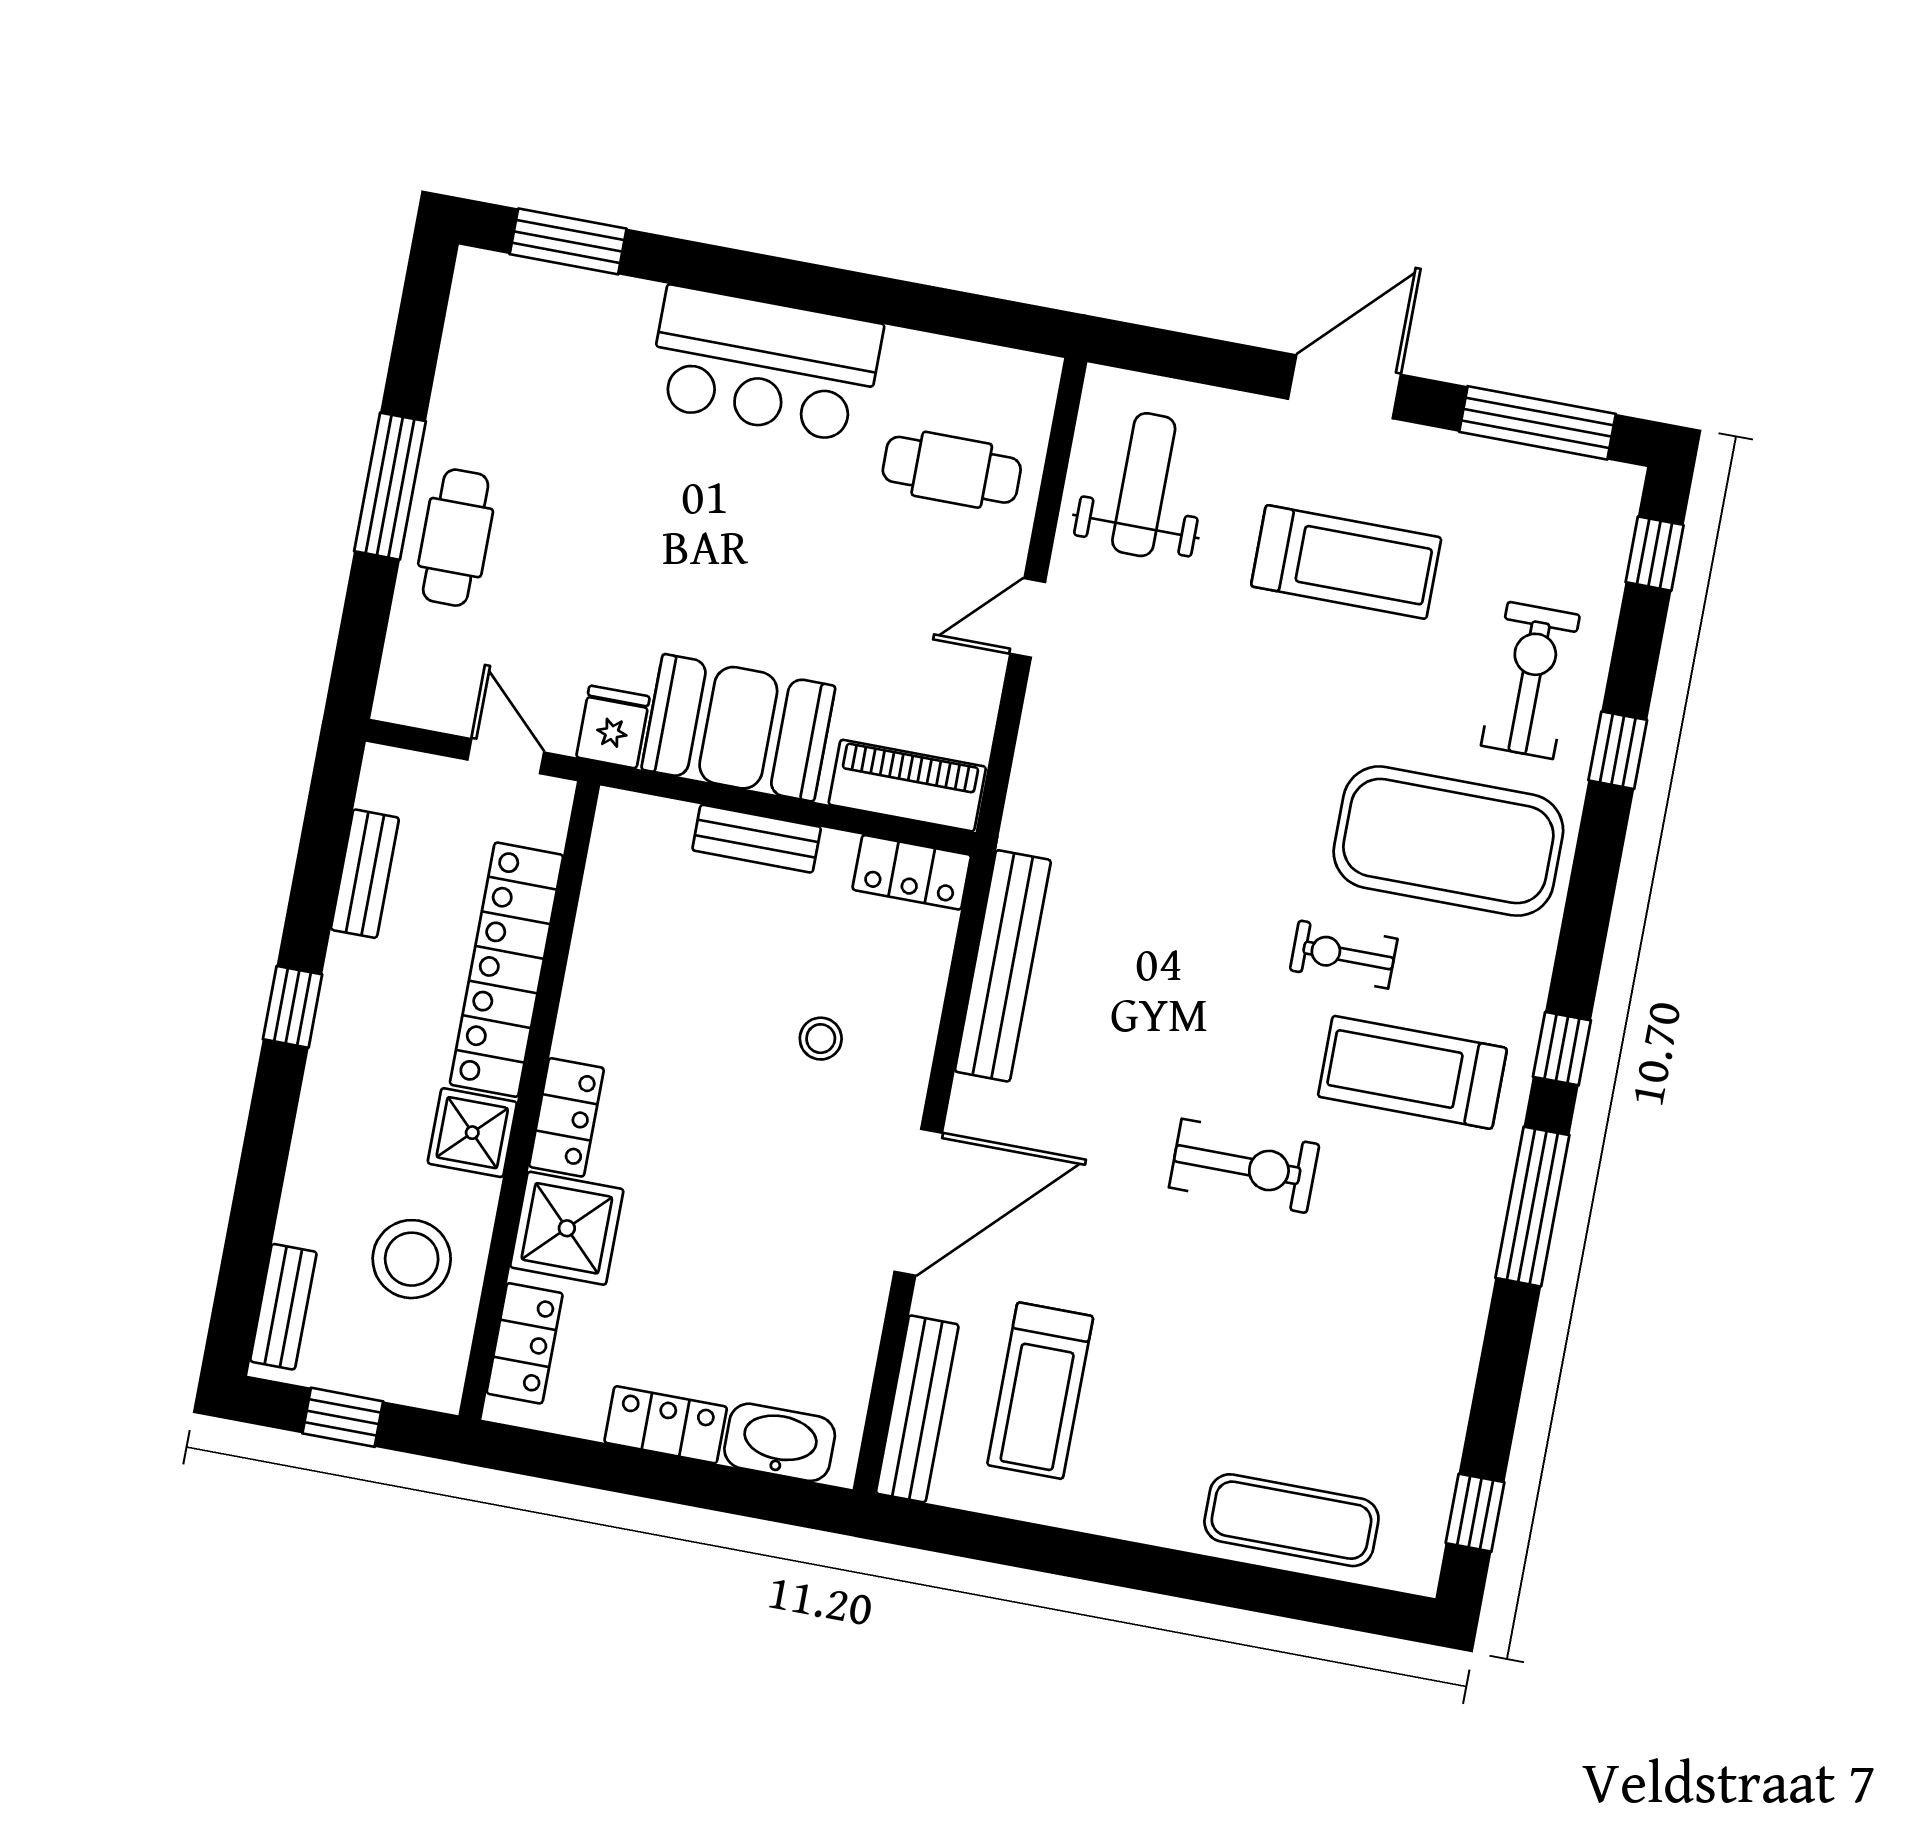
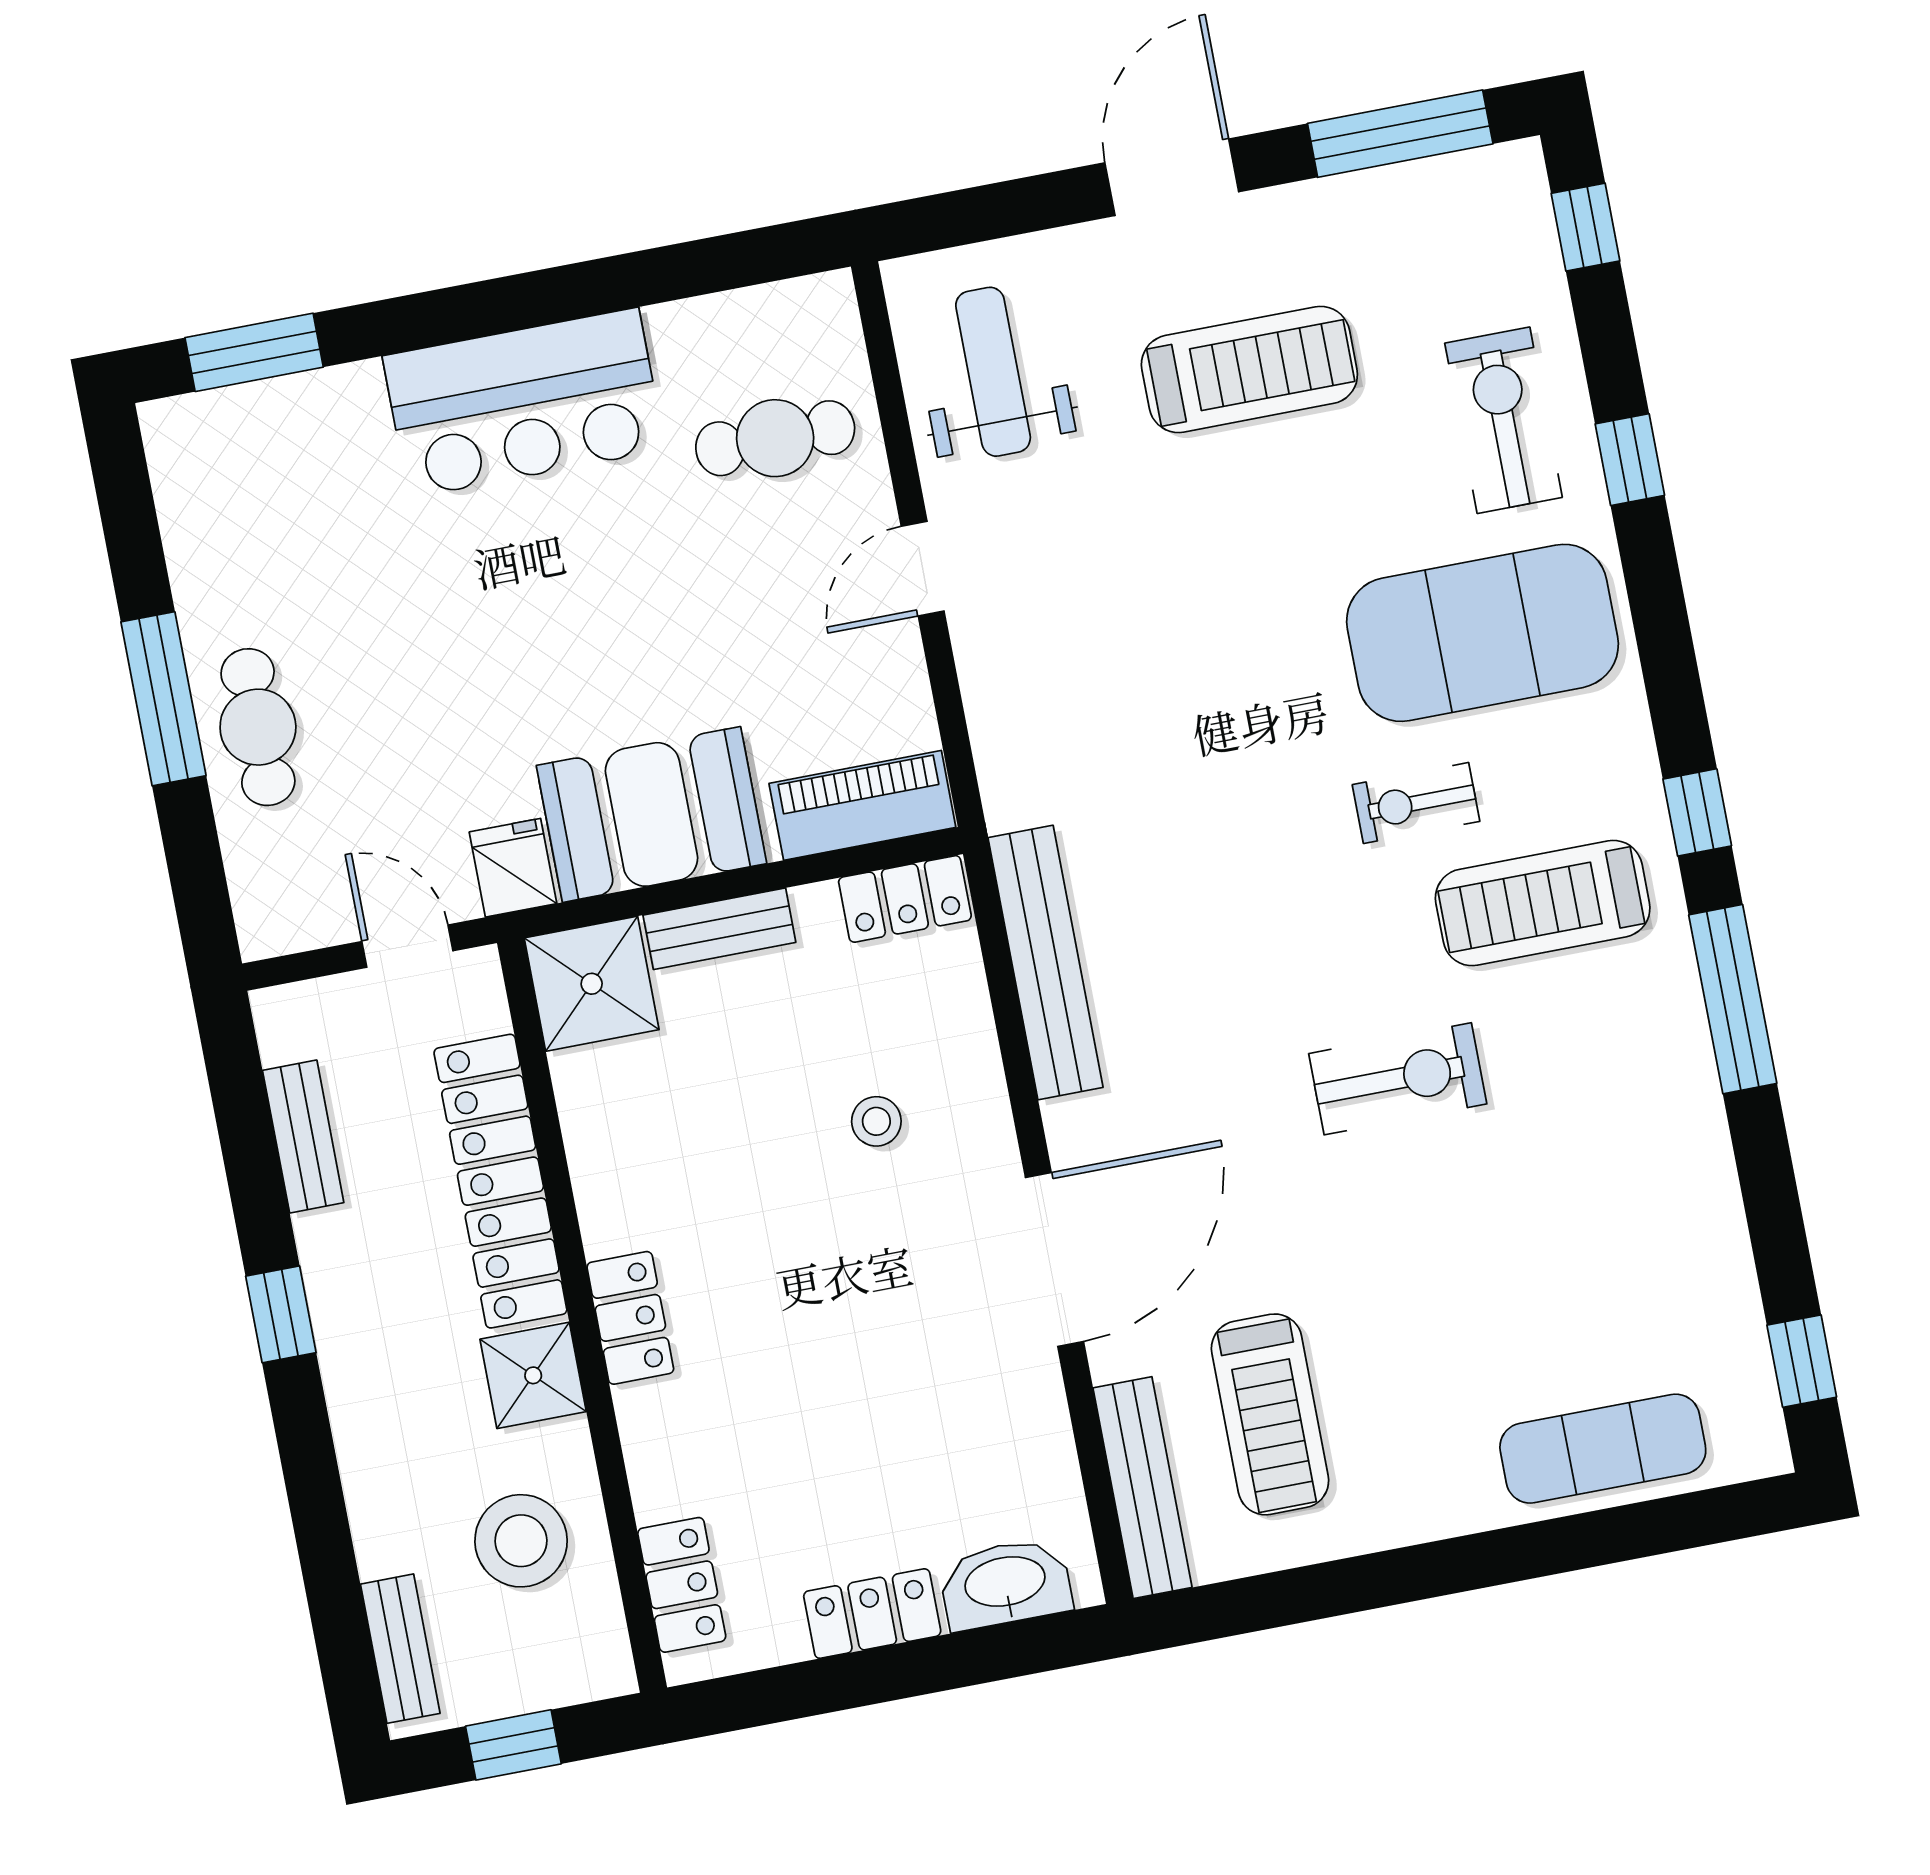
shower: (567, 1228) -> (592, 984), moved

